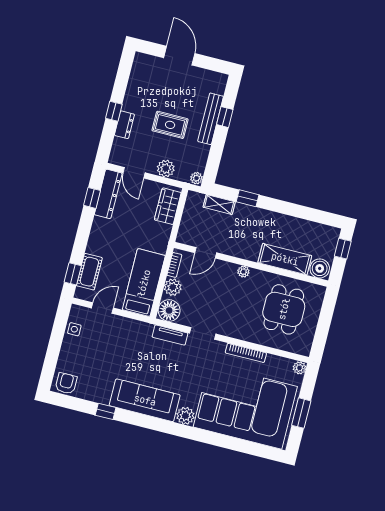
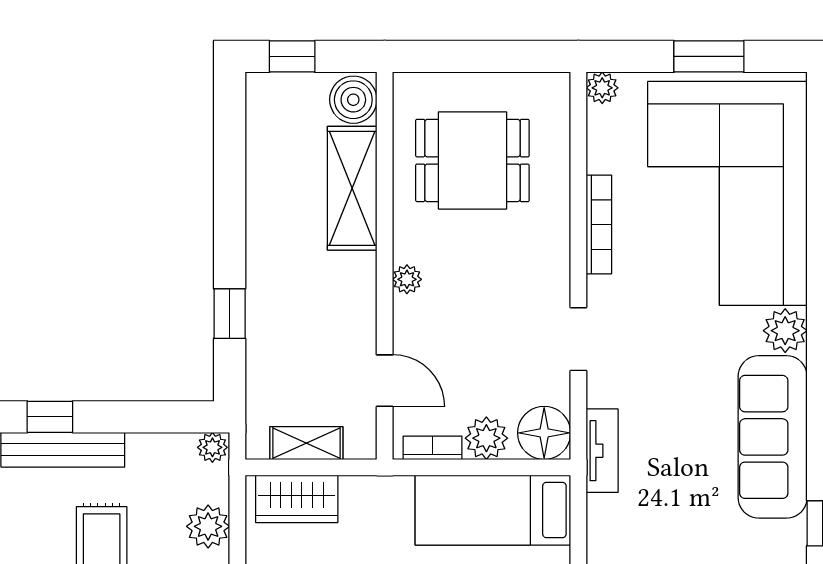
shelving: (219, 204) -> (306, 443), moved, turned 90
tv unit: (170, 335) -> (602, 451), moved

